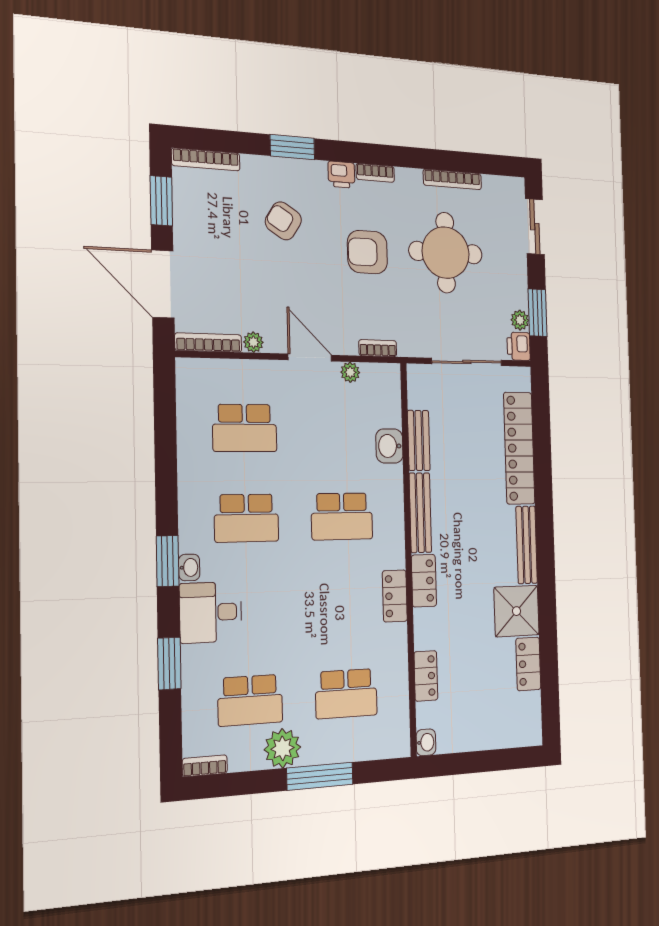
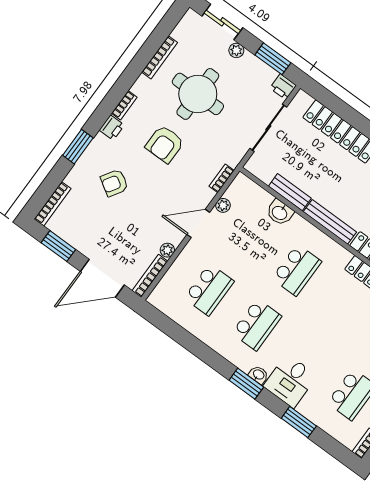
plant: (520, 320) -> (236, 50), moved

